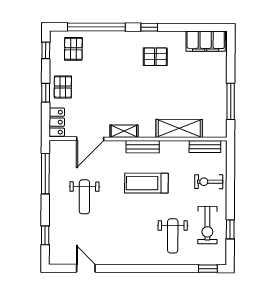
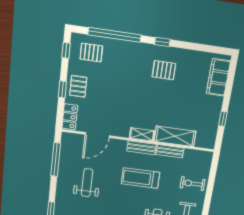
filing cabinet: (206, 41) -> (218, 77), moved, turned 90
pallet: (73, 49) -> (91, 53), turned 90
window: (231, 101) -> (223, 119), width x0.46
shelving: (124, 131) -> (142, 134), moved
bench: (205, 147) -> (170, 151), moved
weight bench: (84, 197) -> (87, 183), turned 180

